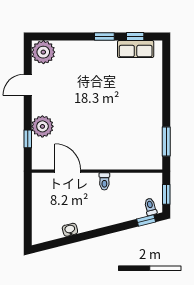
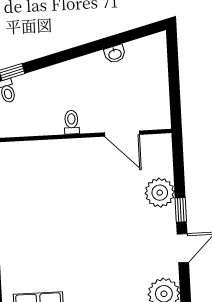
window: (28, 139) -> (181, 210), moved

